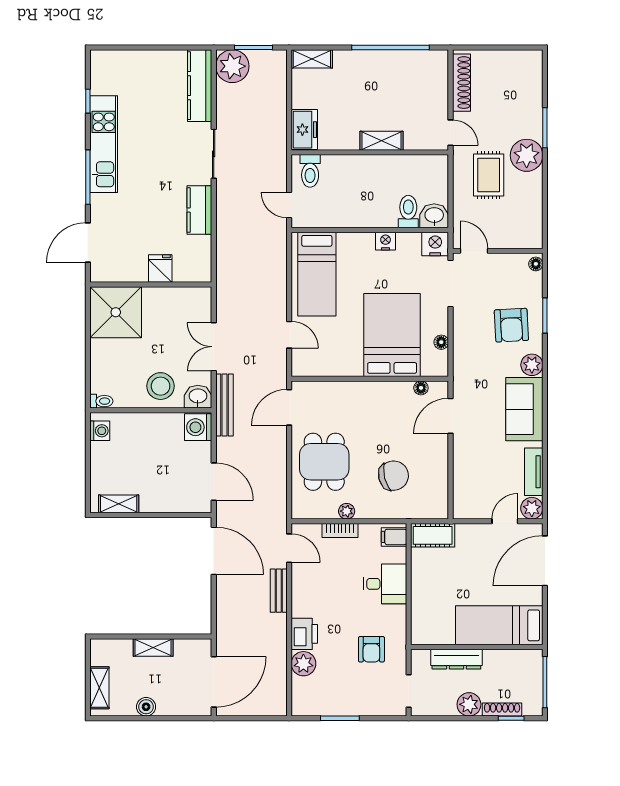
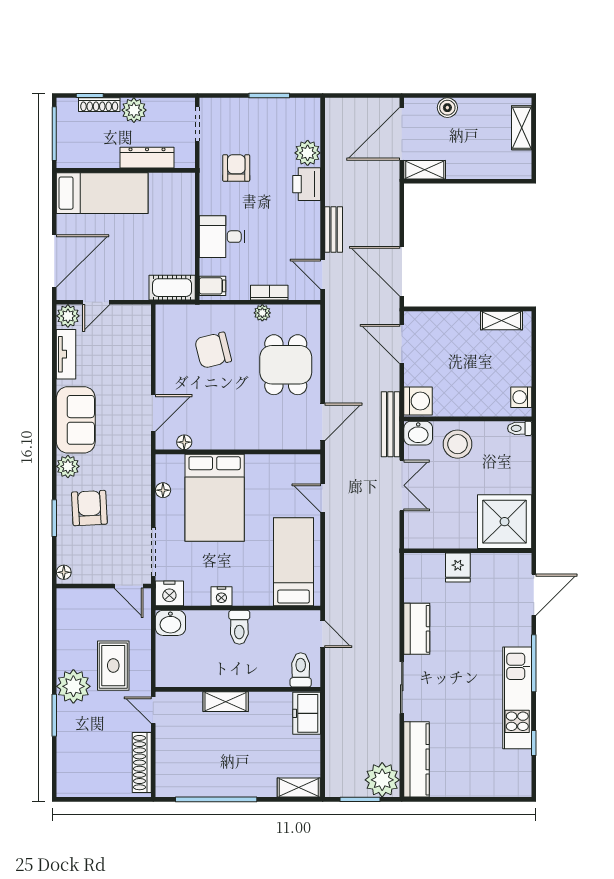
toilet: (408, 212) -> (239, 627), moved
shelving: (153, 648) -> (425, 170), moved
boiler: (146, 707) -> (447, 108), moved

